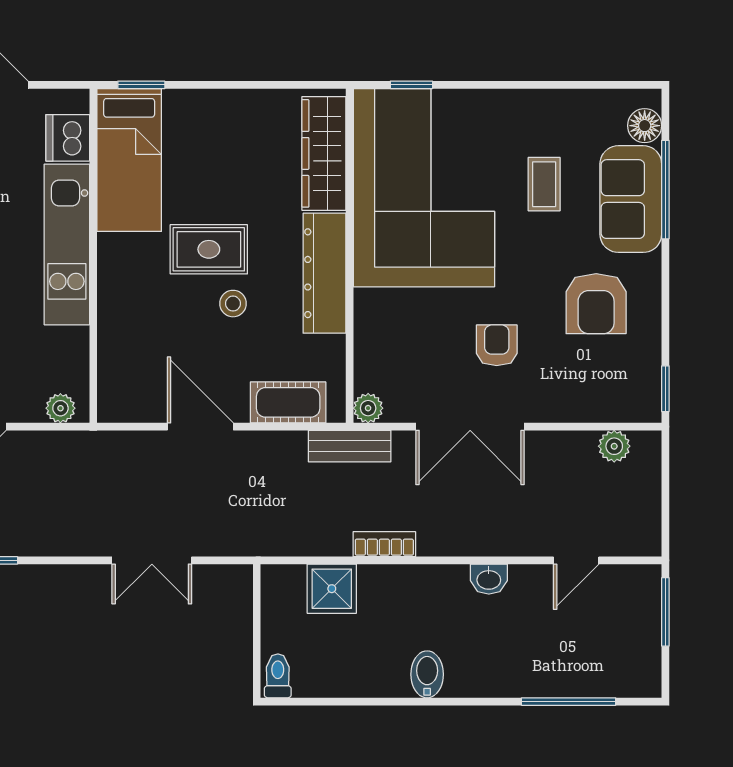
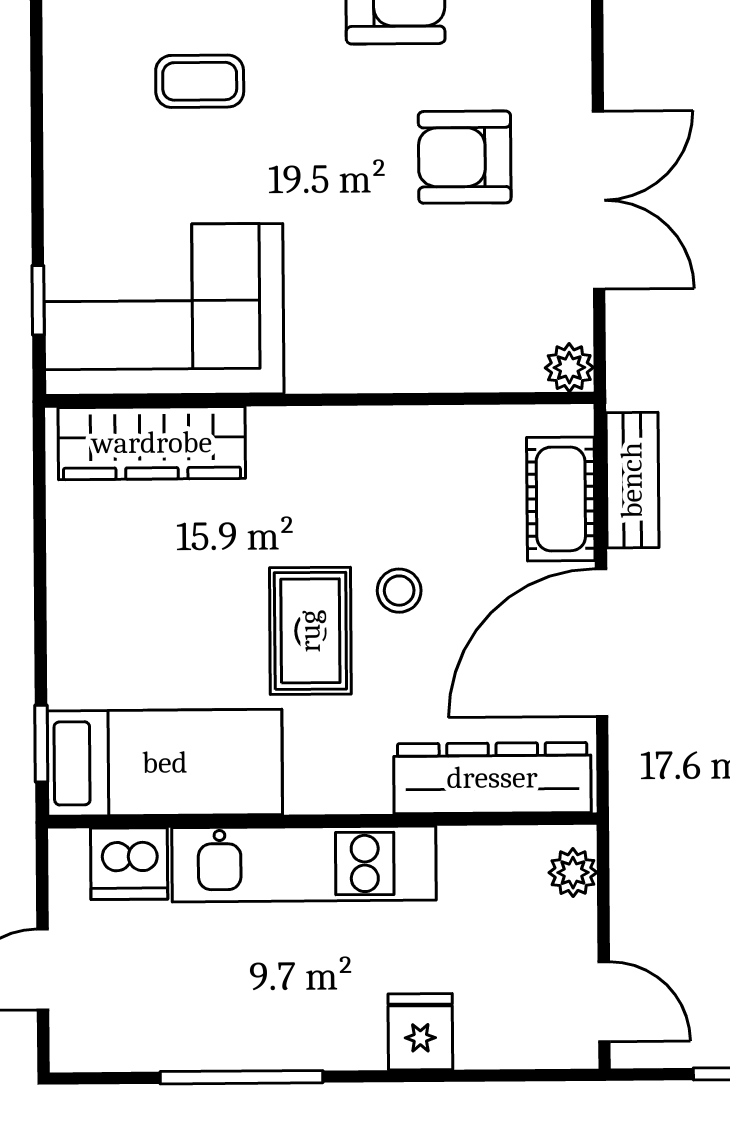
corner sofa: (424, 188) -> (164, 309), width x0.73, depth x0.74
dresser: (324, 273) -> (492, 778), moved, turned 180
armchair: (497, 345) -> (465, 157), width x1.38, depth x1.38
door: (200, 427) -> (602, 643), width x1.36
bench: (350, 446) -> (632, 480), moved

